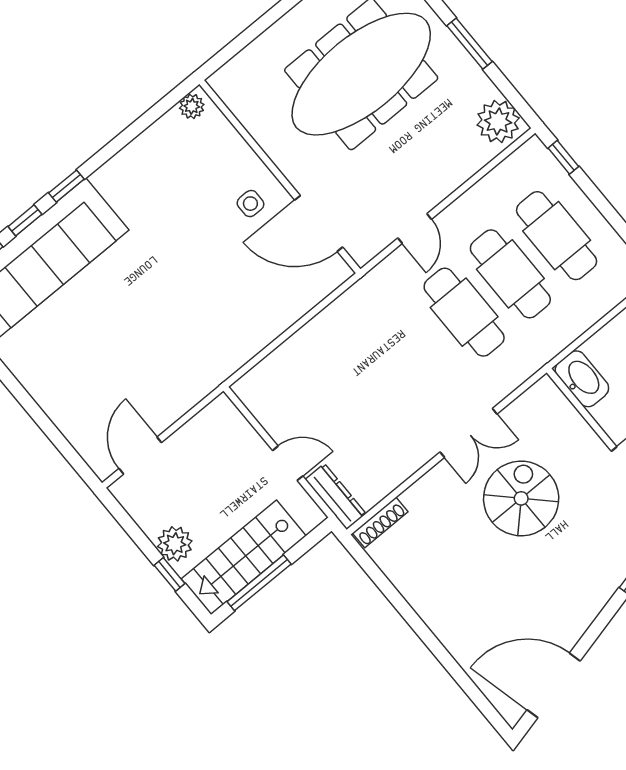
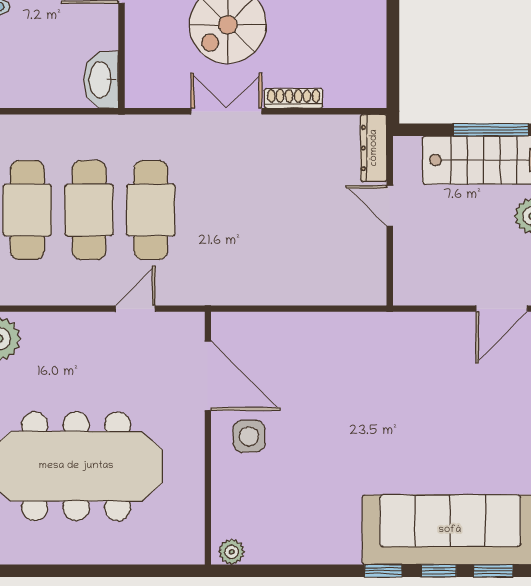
side table: (250, 204) -> (249, 436), width x1.37, depth x1.37
shoe rack: (380, 522) -> (294, 98), moved

